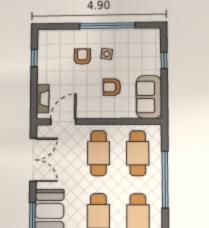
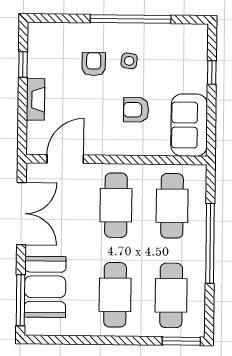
fireplace: (43, 99) -> (36, 99), moved

